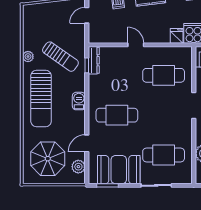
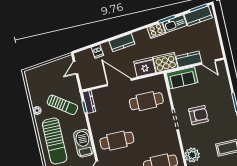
fridge: (177, 36) -> (145, 67), width x1.88, depth x1.34
door: (136, 45) -> (119, 82), width x1.87
barbecue: (79, 101) -> (83, 143), width x1.88, depth x1.53

